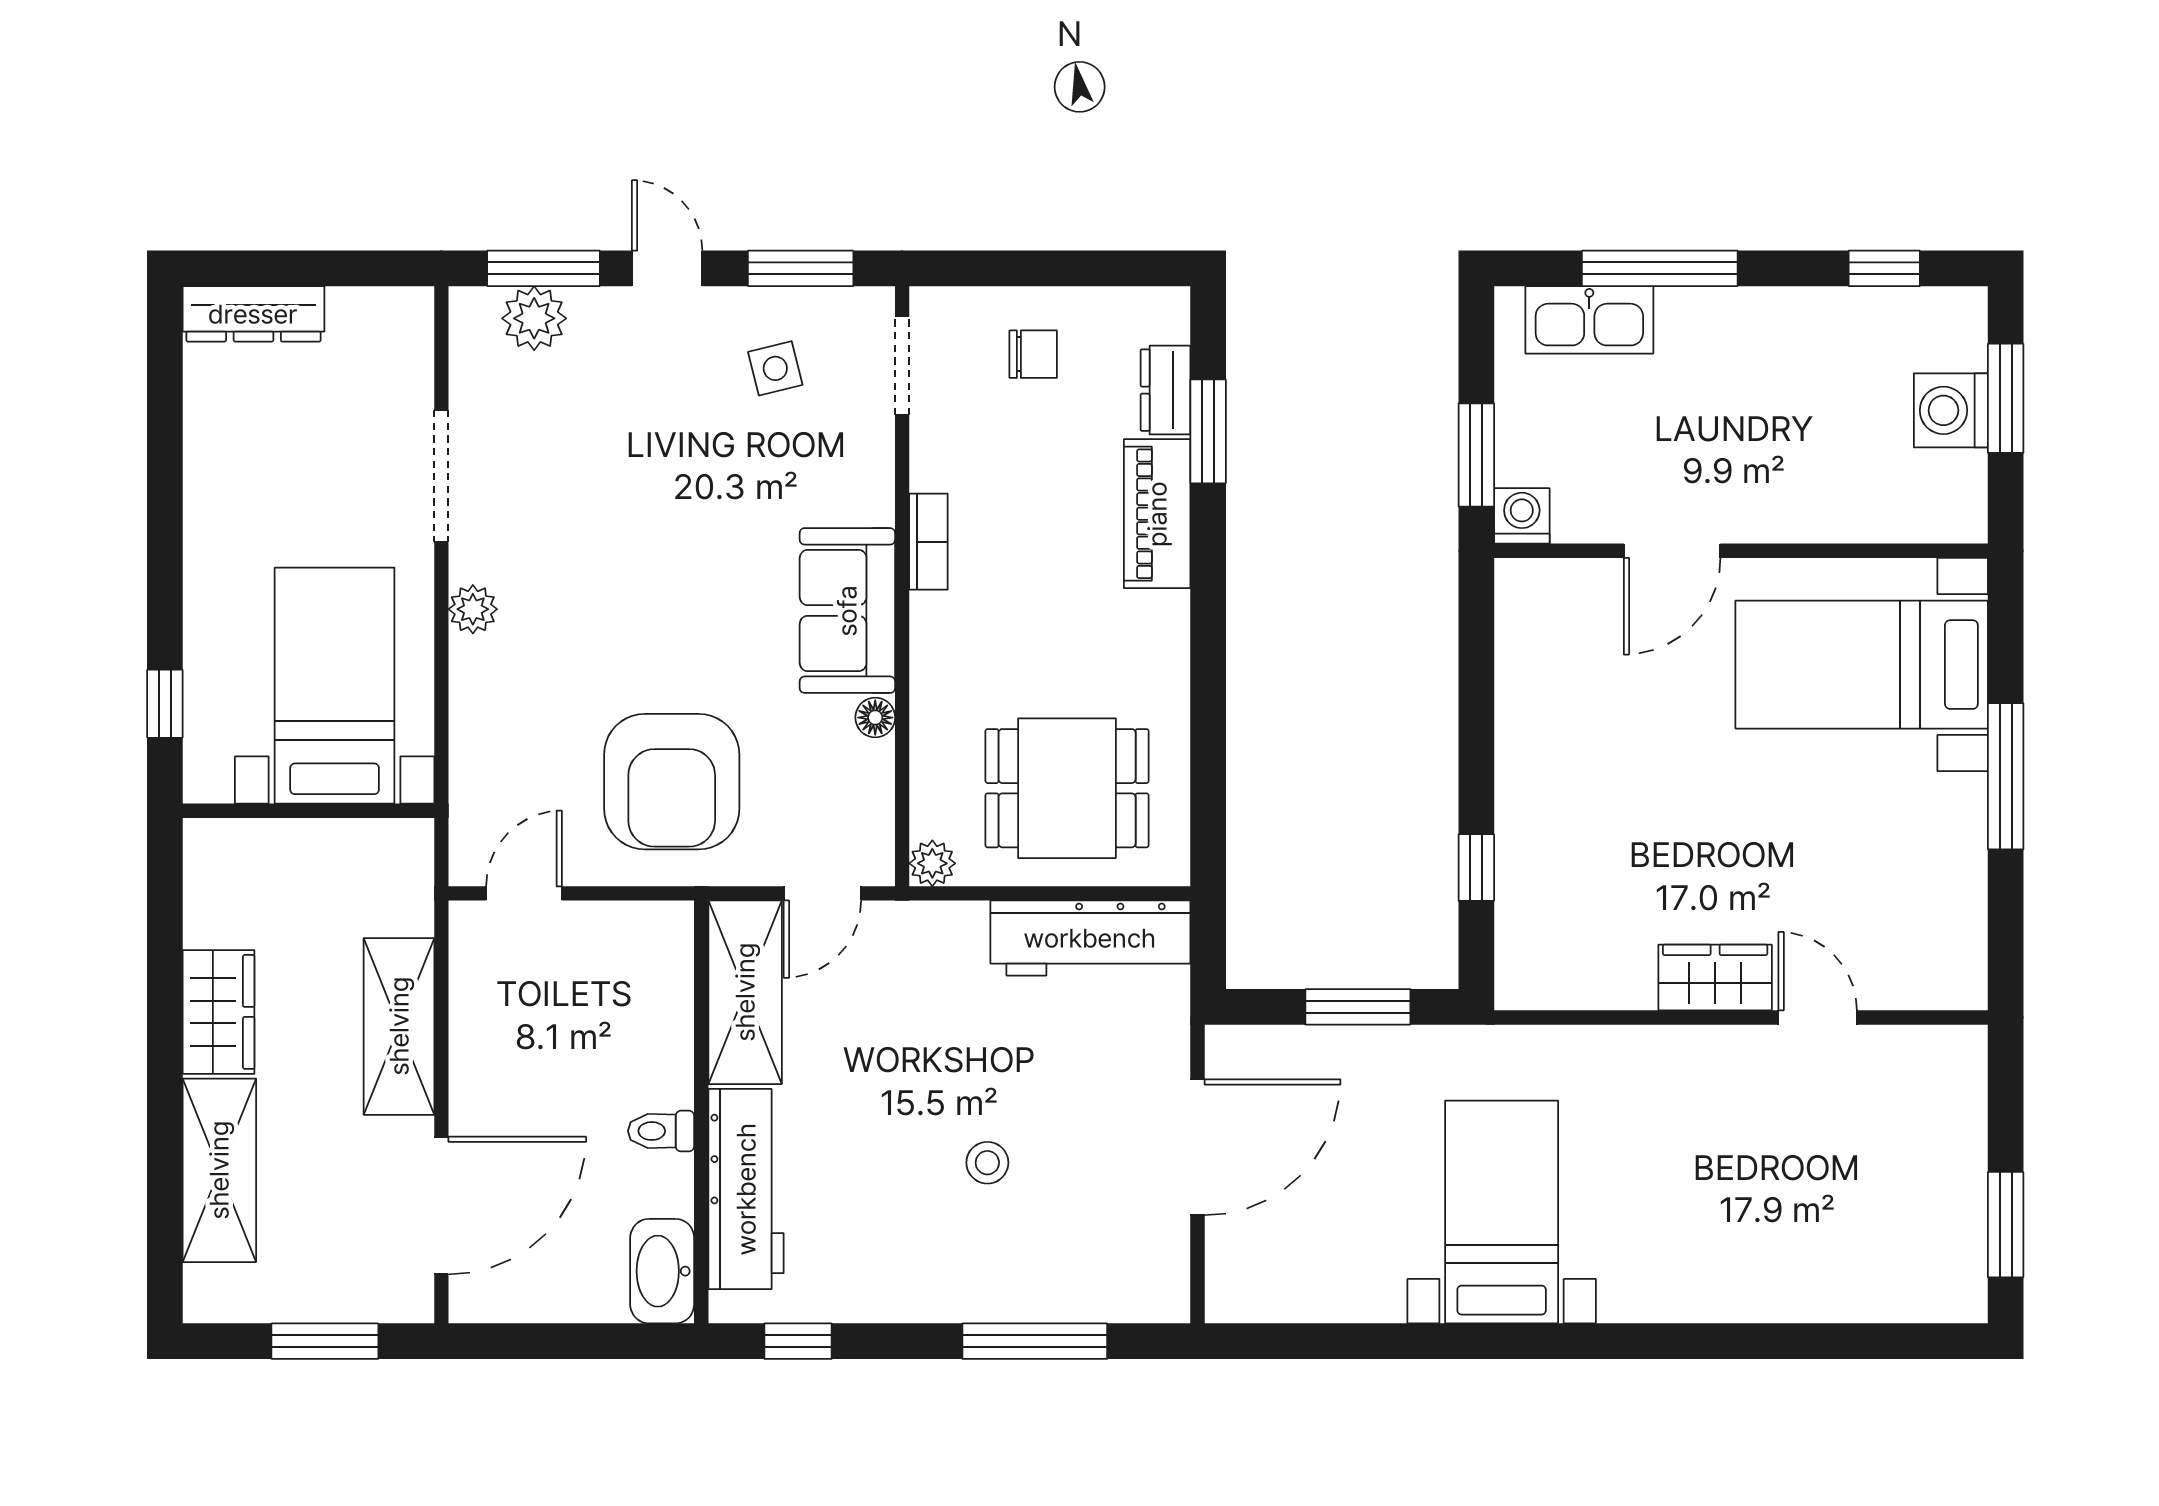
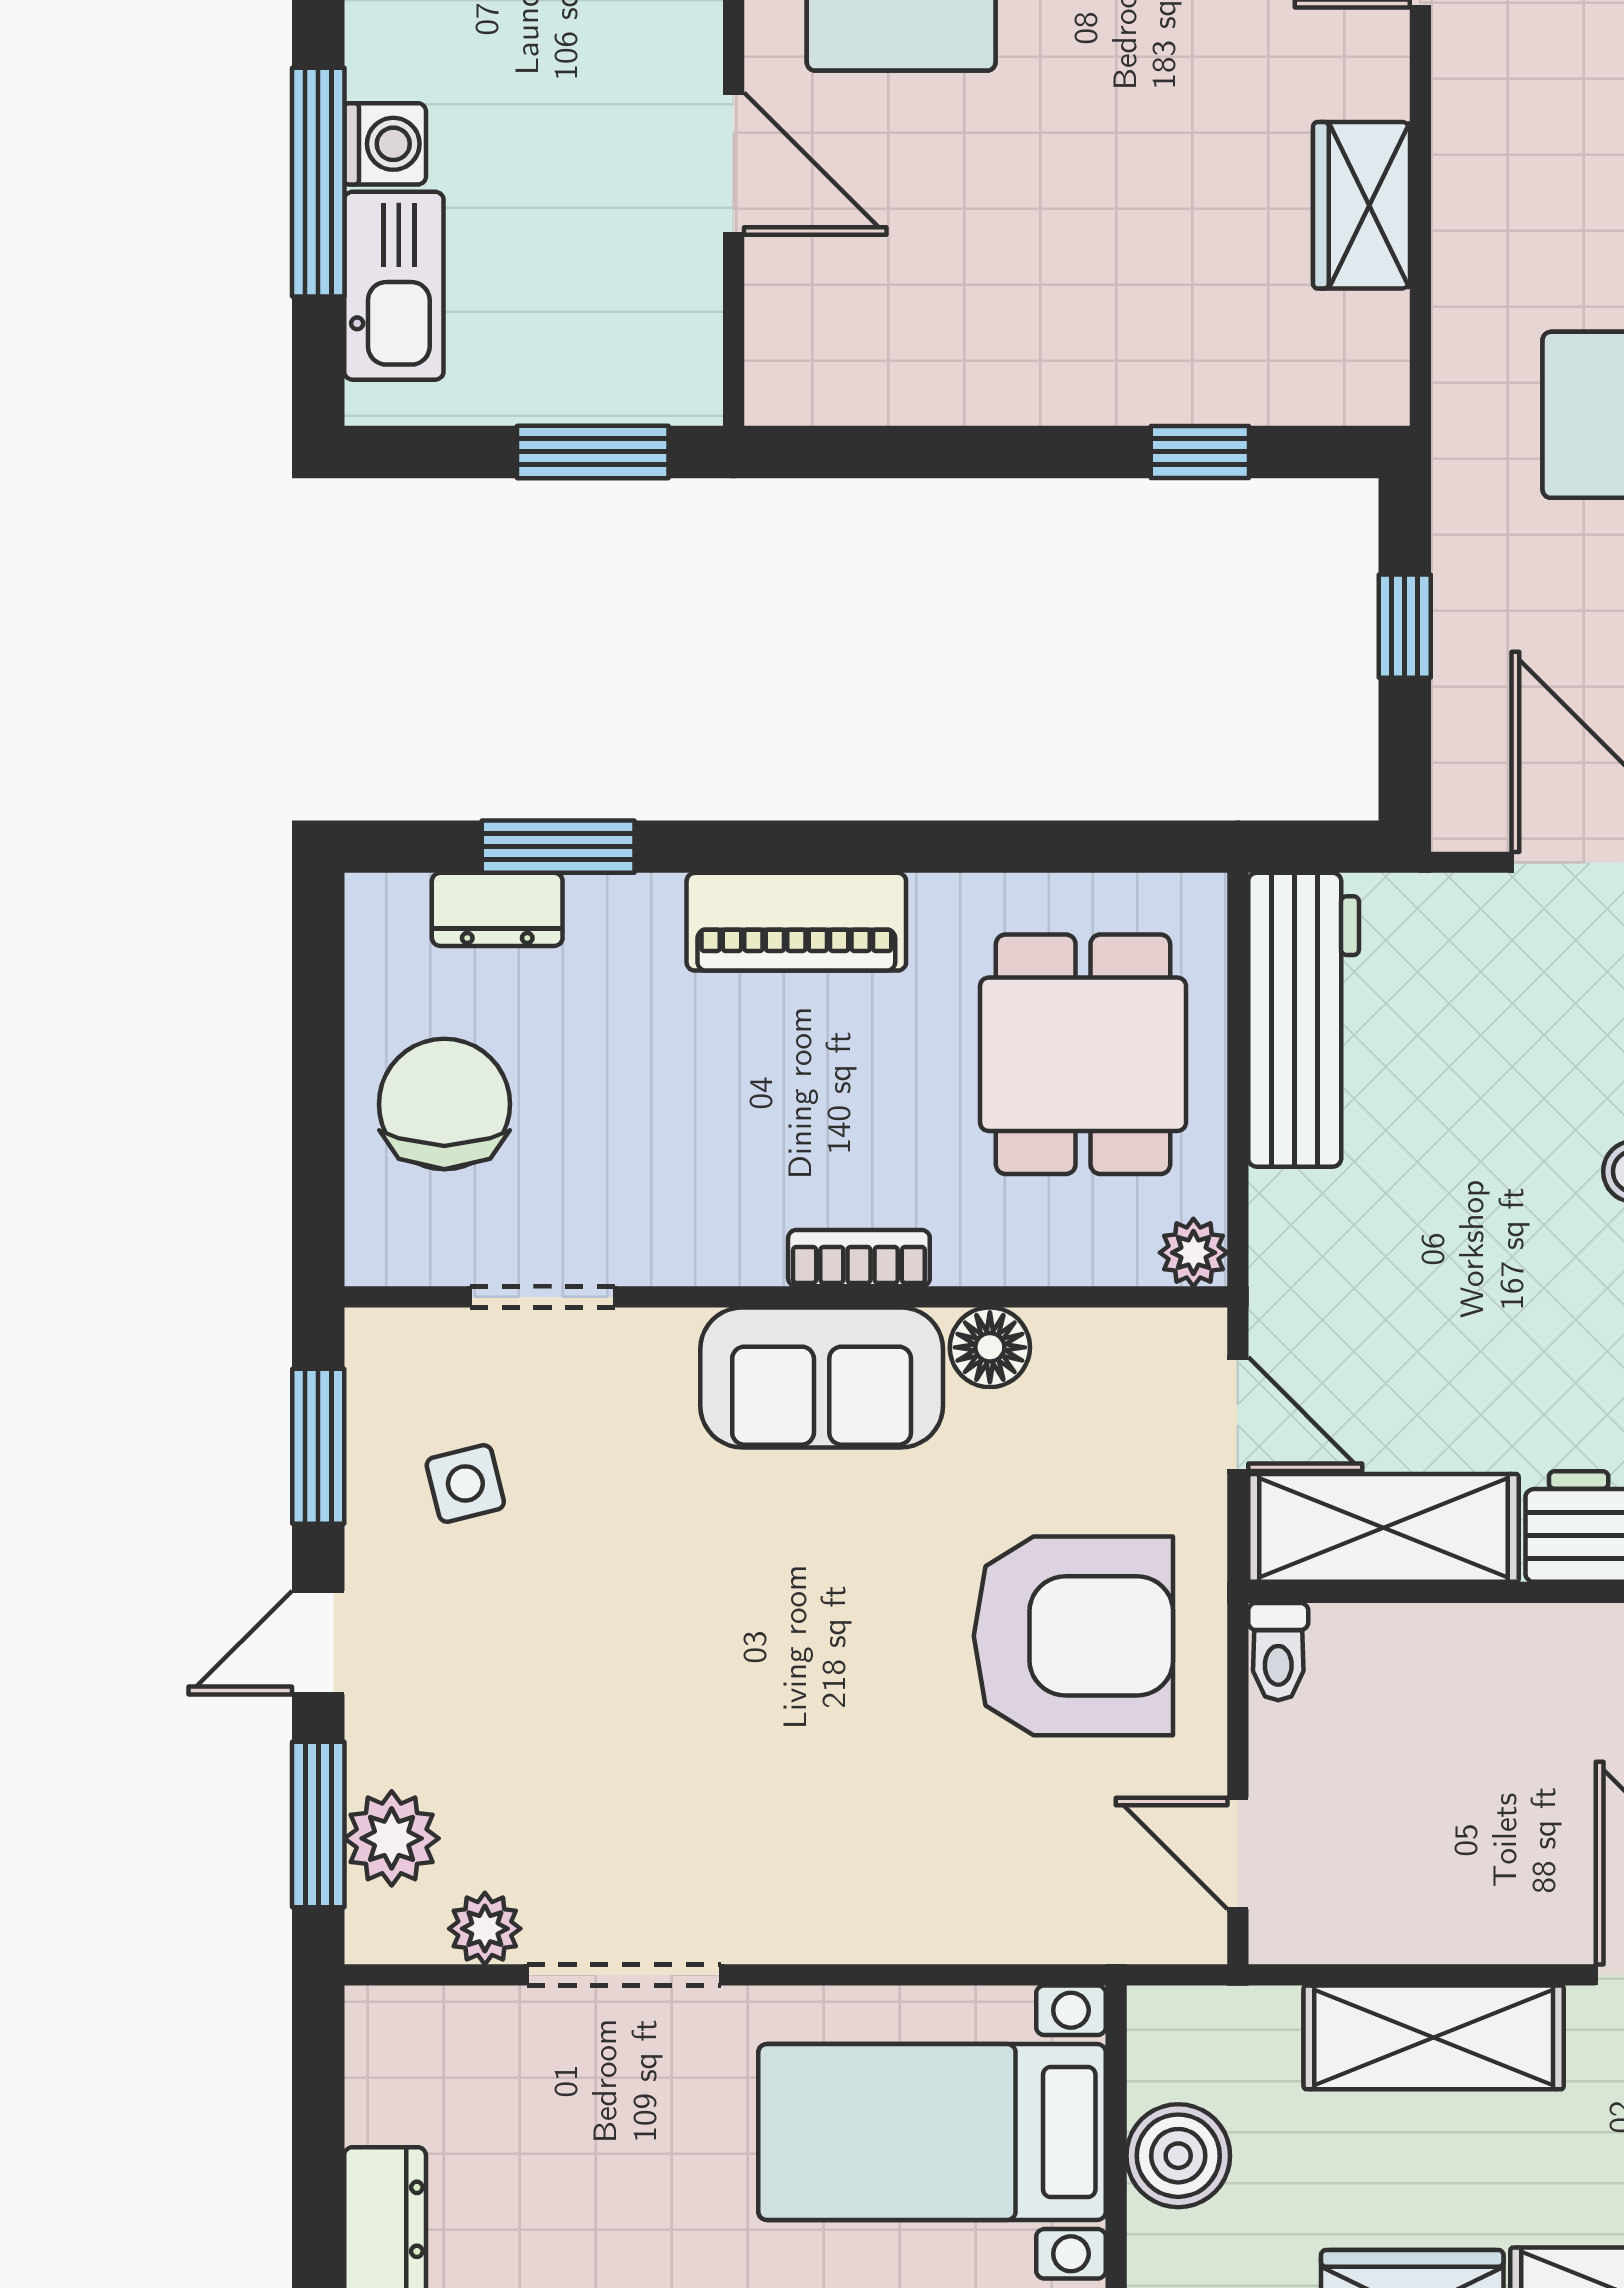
chair: (1033, 354) -> (444, 1104), width x1.87, depth x1.87
doorway: (902, 366) -> (543, 1297), moved
piano: (1157, 514) -> (796, 922), moved
washing machine: (1522, 516) -> (385, 144), moved, turned 180
bookcase: (928, 542) -> (859, 1258), moved
plant: (473, 609) -> (485, 1929), moved
floor lamp: (875, 718) -> (990, 1347), width x1.37, depth x1.37
boiler: (318, 853) -> (1178, 2156), added
wardrobe: (1715, 977) -> (1362, 205), moved
window: (1358, 1007) -> (1405, 626), width x0.67
toilet: (661, 1131) -> (1278, 1652), moved

